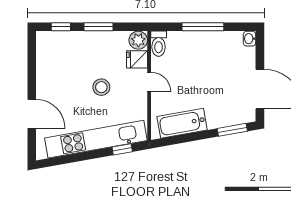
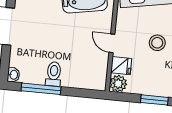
window: (203, 27) -> (41, 89), moved
toilet: (159, 44) -> (54, 74), moved

